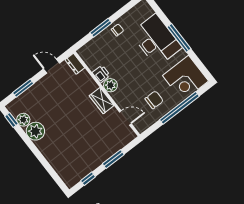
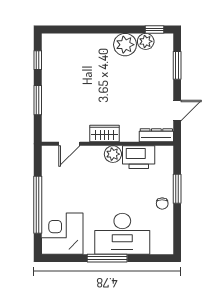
dresser: (75, 64) -> (156, 135), width x1.44
printer: (101, 74) -> (139, 157), width x1.87, depth x1.48
chair: (154, 100) -> (65, 186), removed

